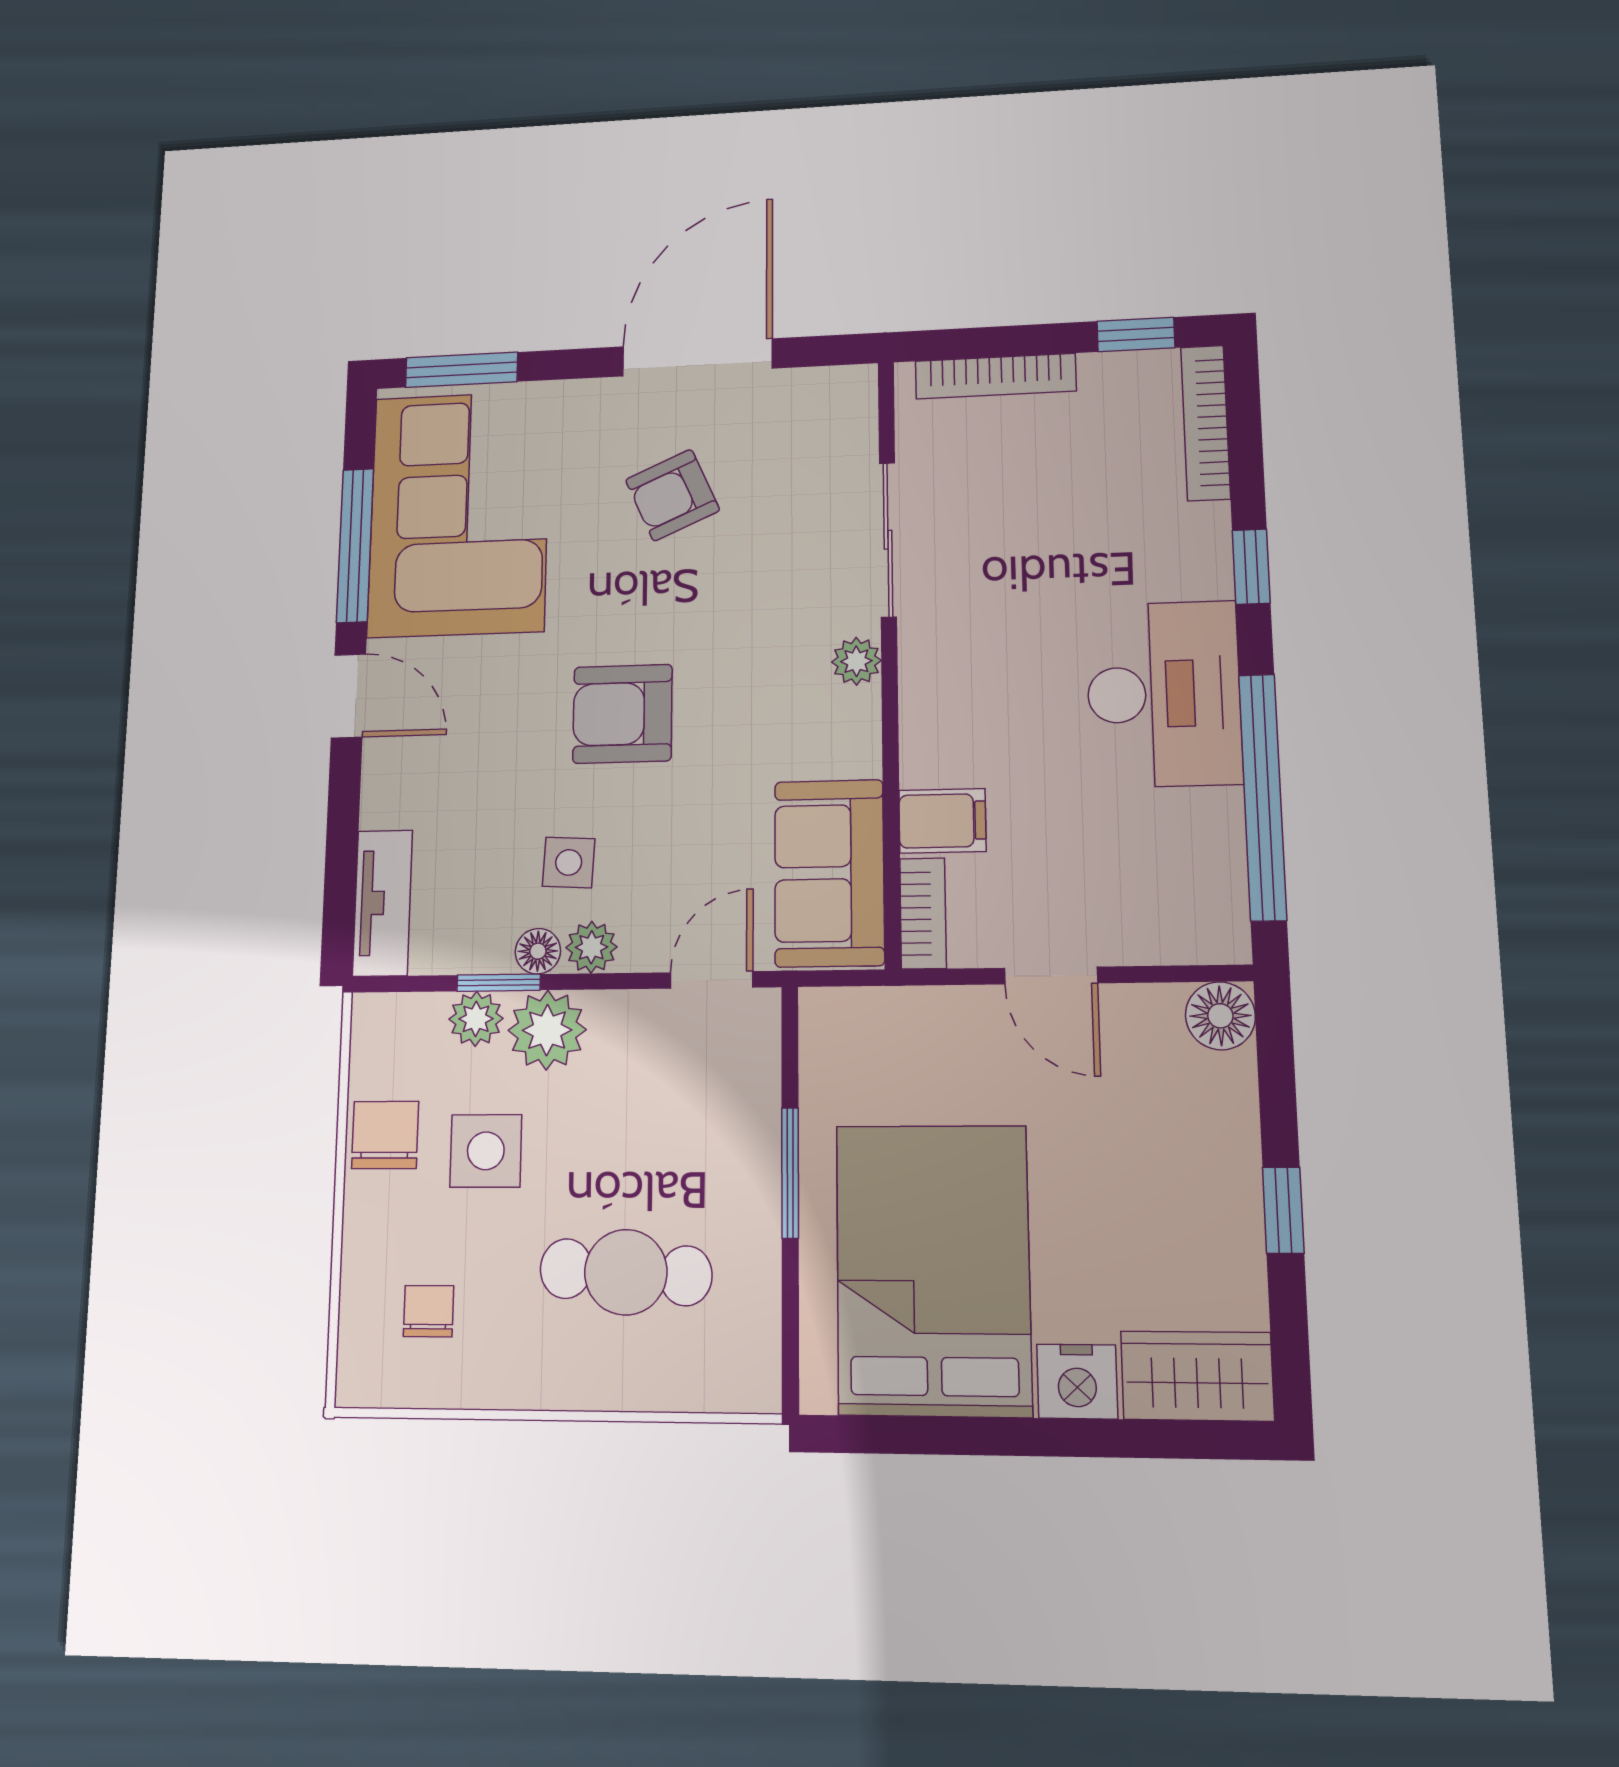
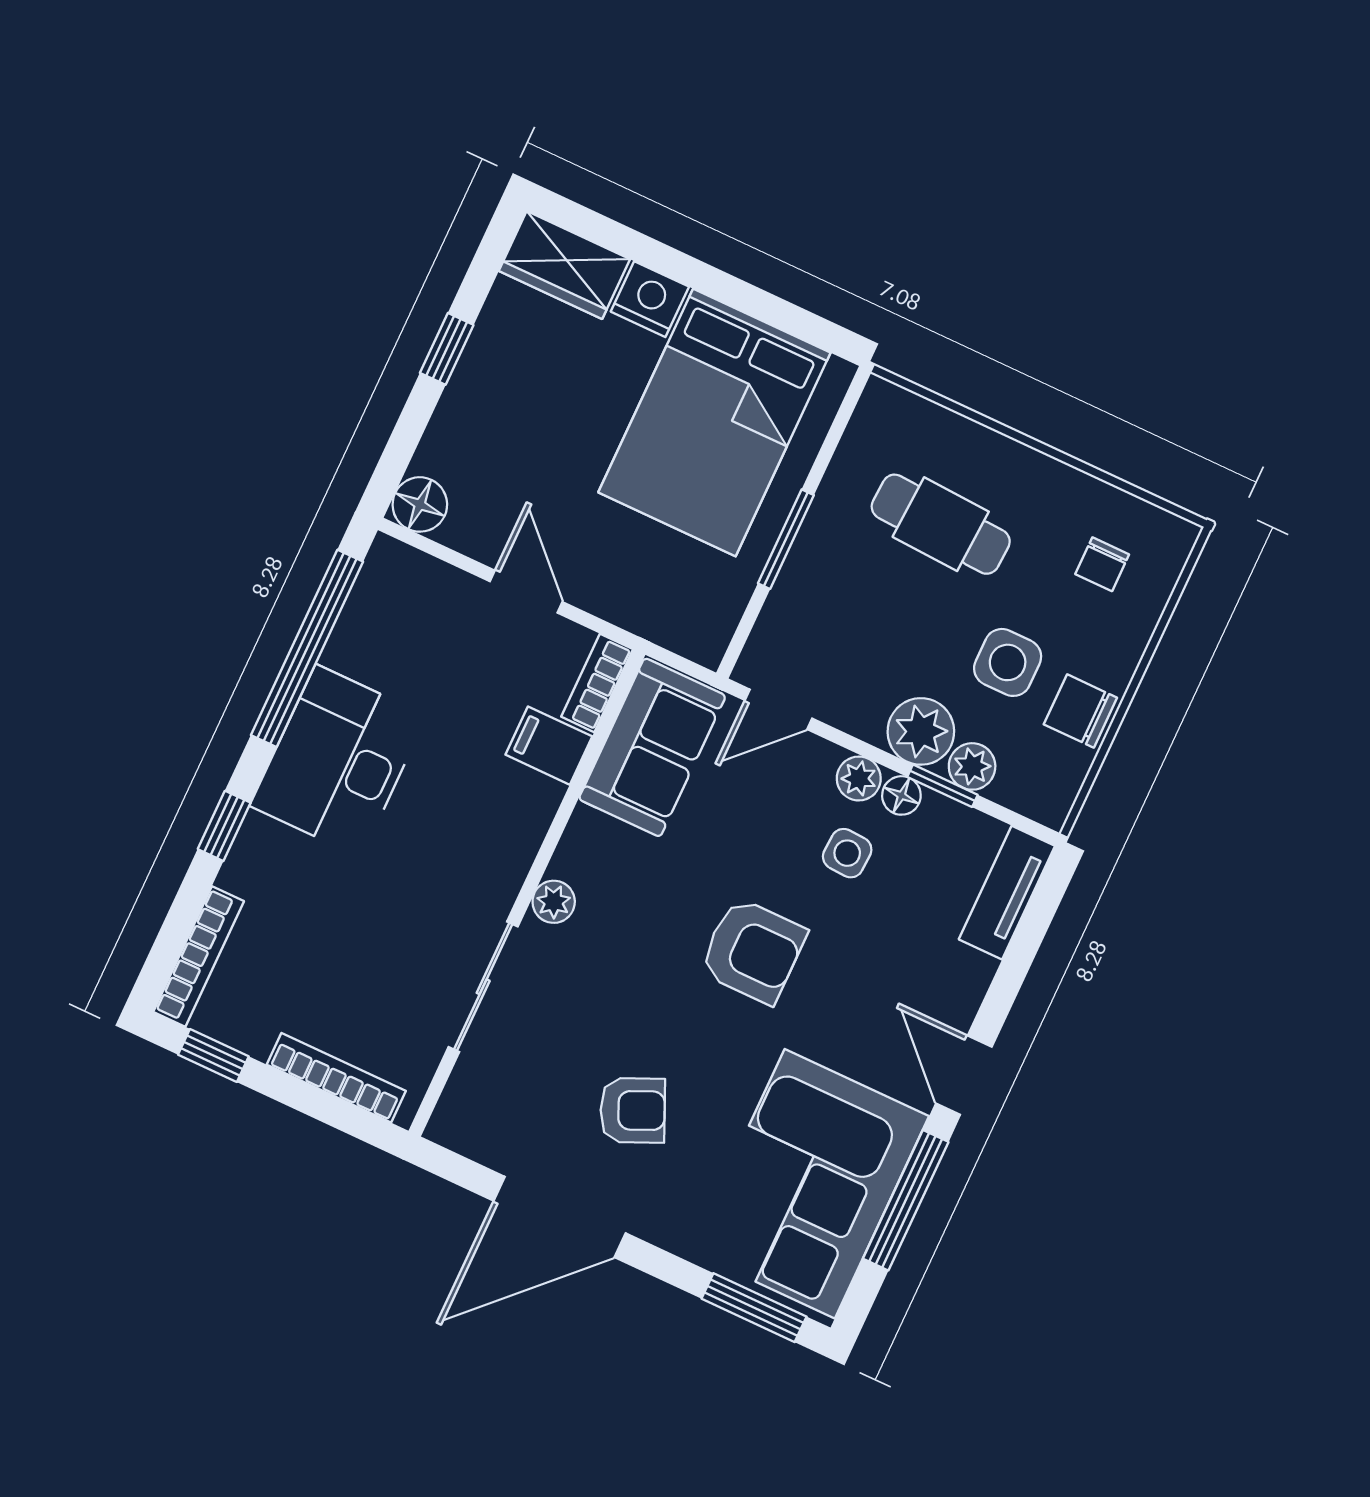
chair: (385, 1135) -> (1080, 711), turned 90

